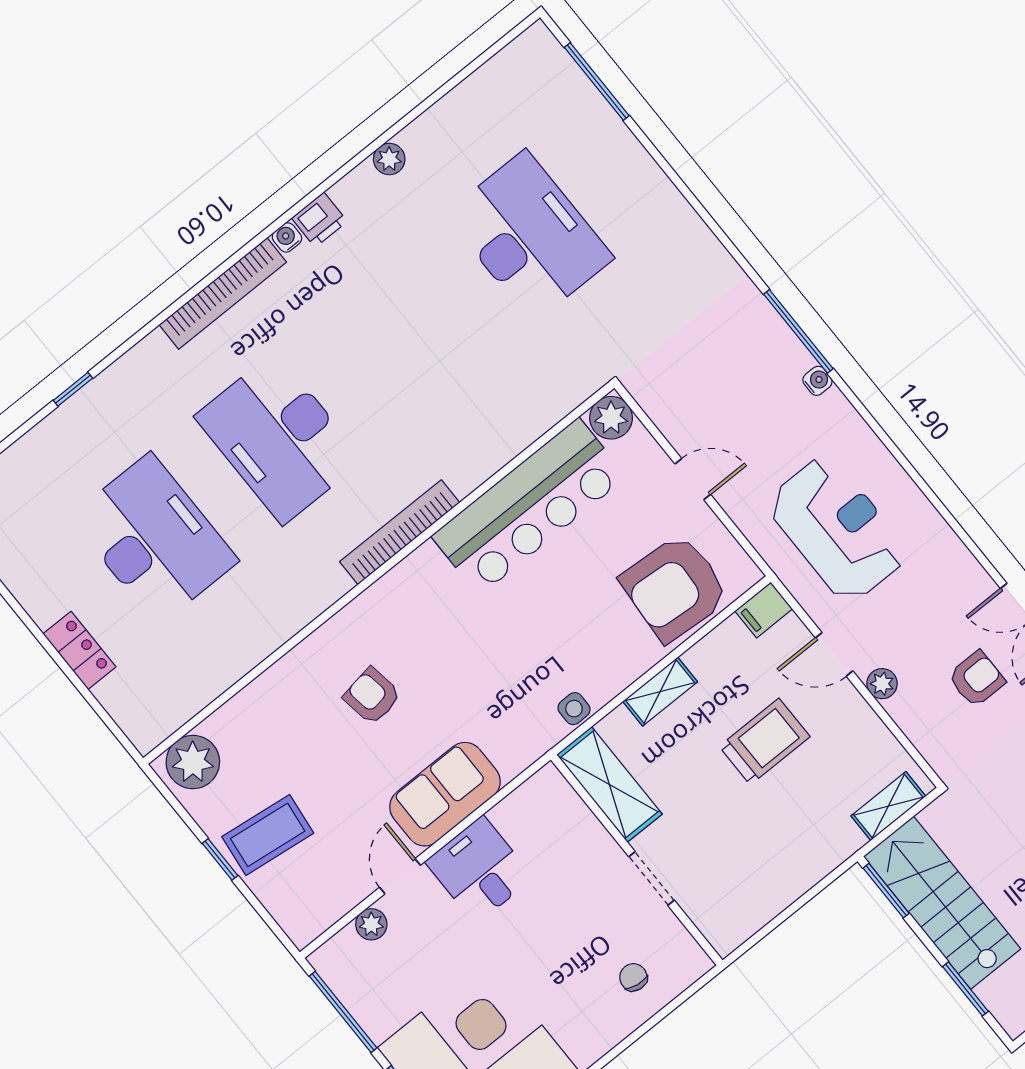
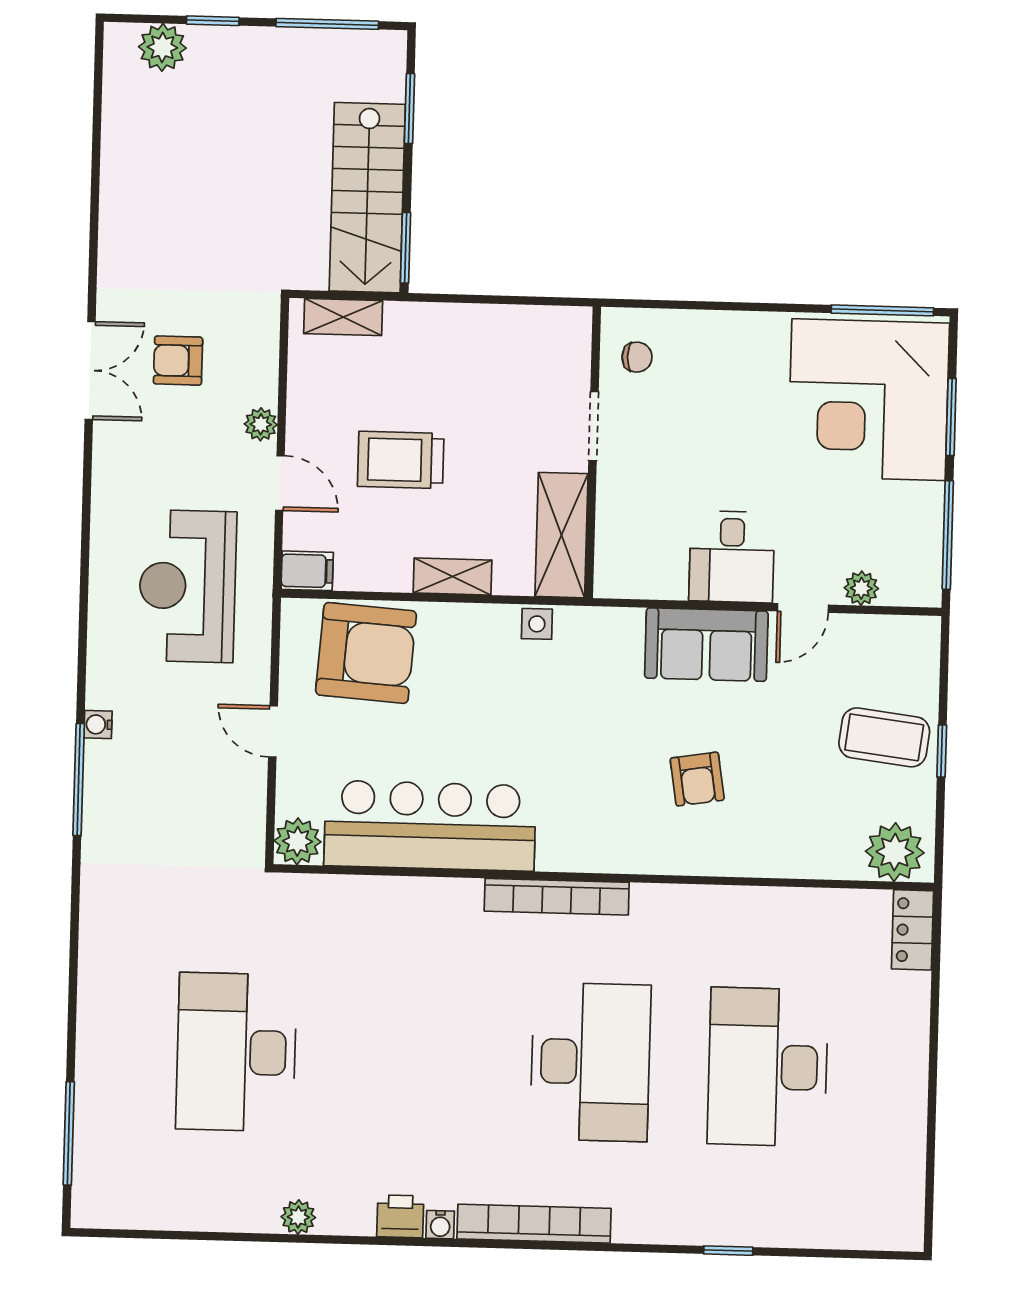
locker: (79, 650) -> (913, 930), moved
chair: (633, 977) -> (637, 357), moved, turned -98

